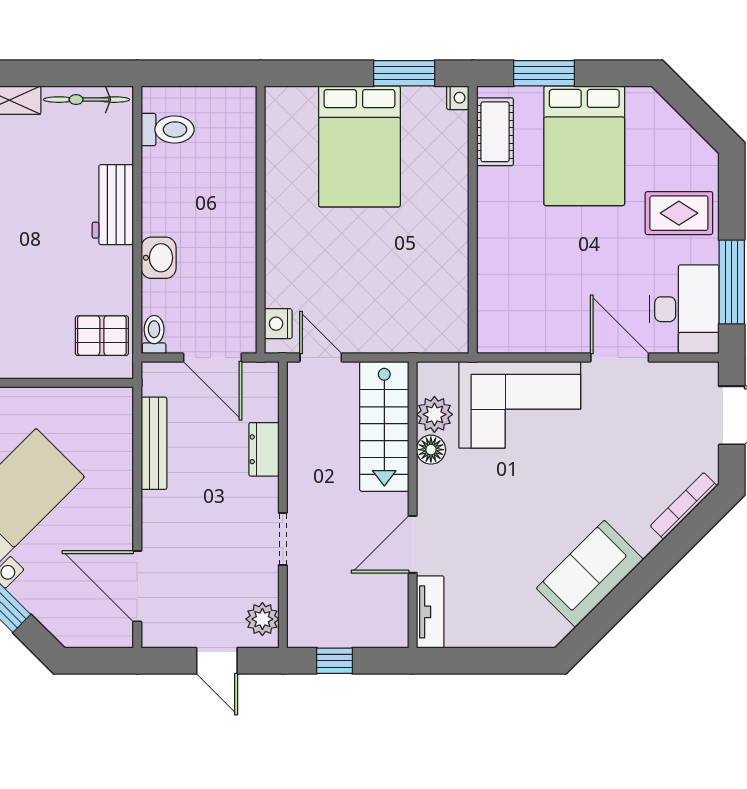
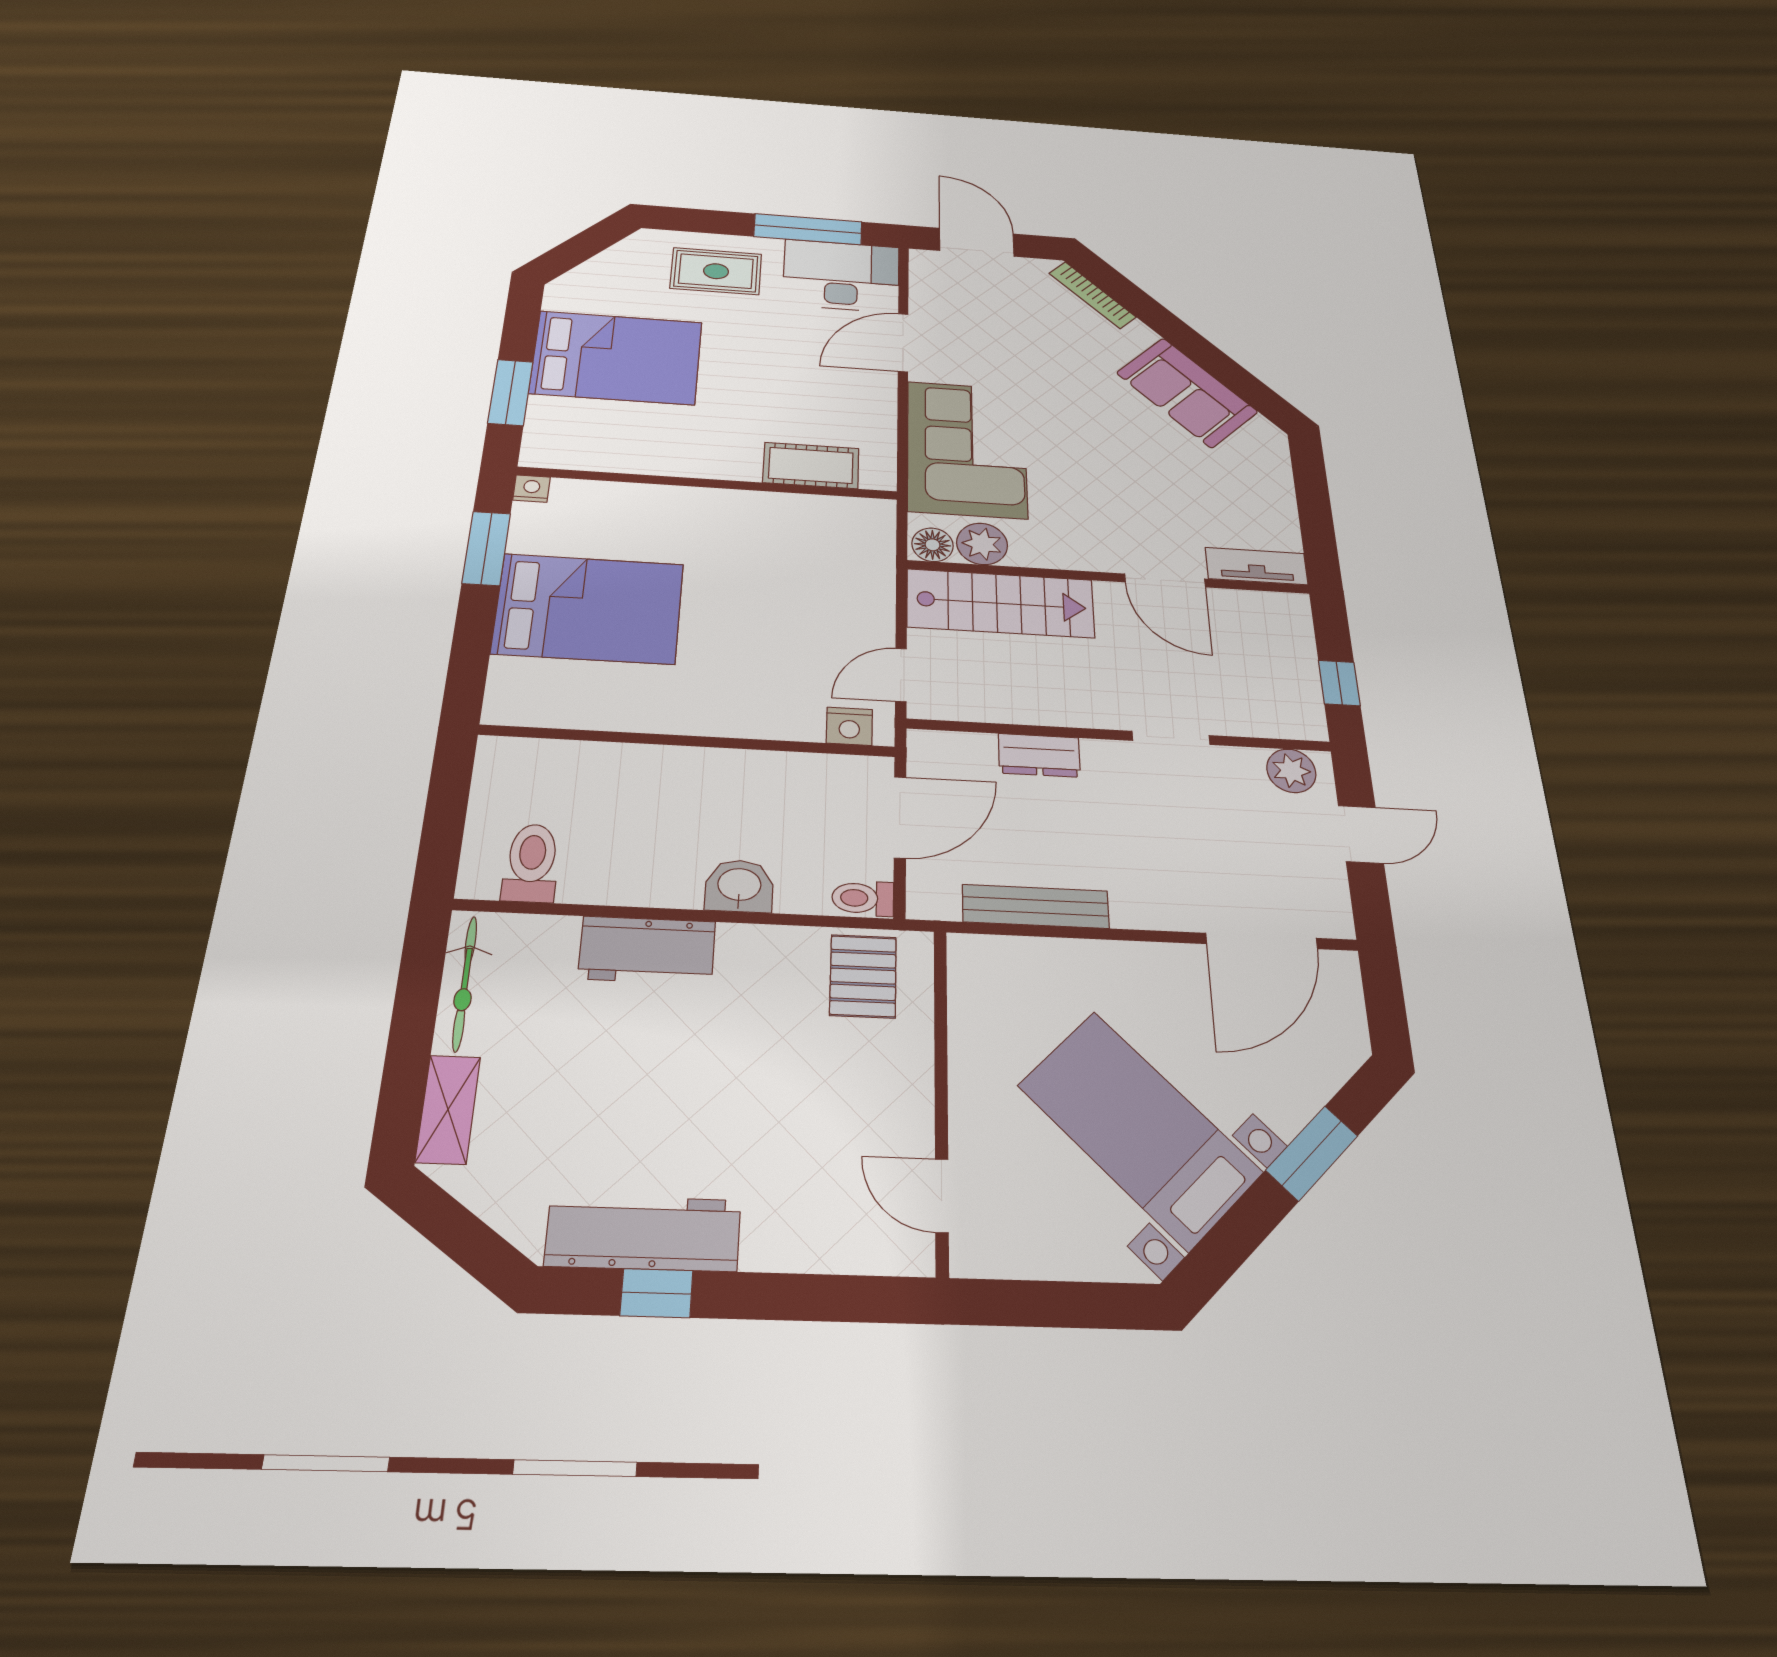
cot: (495, 132) -> (811, 465), moved
rug: (679, 213) -> (716, 271), turned 90
floor lamp: (431, 450) -> (933, 545), moved

